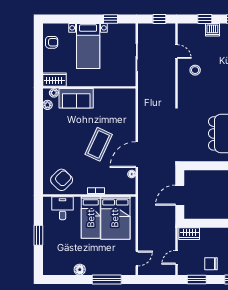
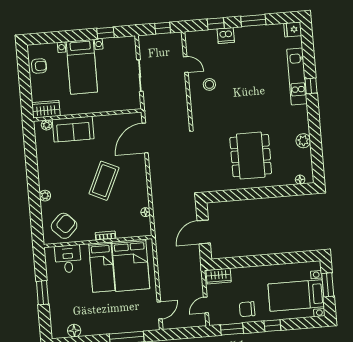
plant: (47, 105) -> (45, 196), moved
door: (137, 155) -> (145, 138), moved
floor lamp: (80, 270) -> (74, 331), moved

